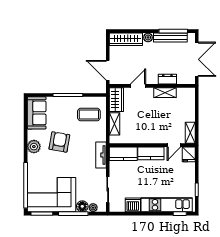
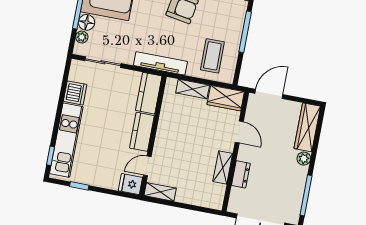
bench: (170, 37) -> (298, 190), removed
door: (174, 145) -> (147, 166), hinge flipped
tv unit: (101, 155) -> (160, 63), width x1.41

